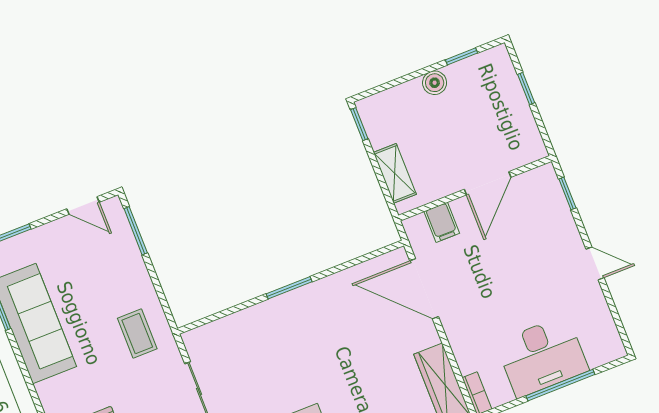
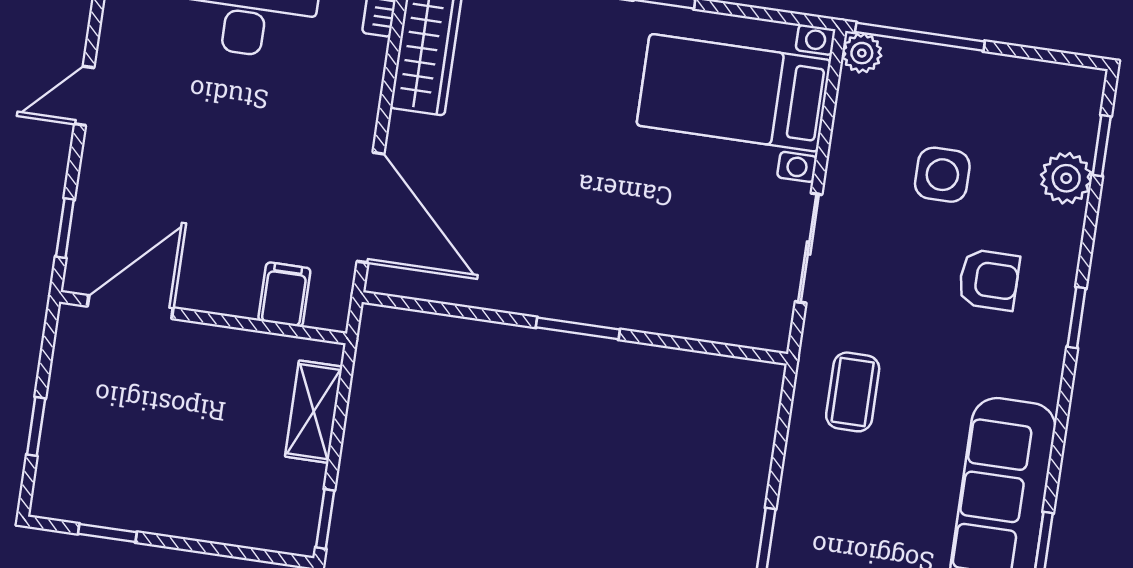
boiler: (435, 83) -> (172, 516), removed
door: (488, 183) -> (130, 307), moved
door: (595, 263) -> (84, 96), hinge flipped

